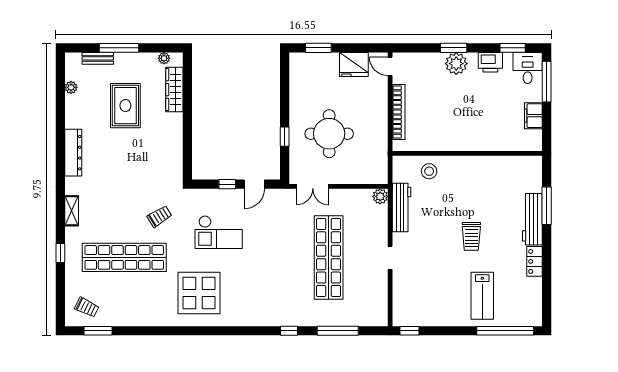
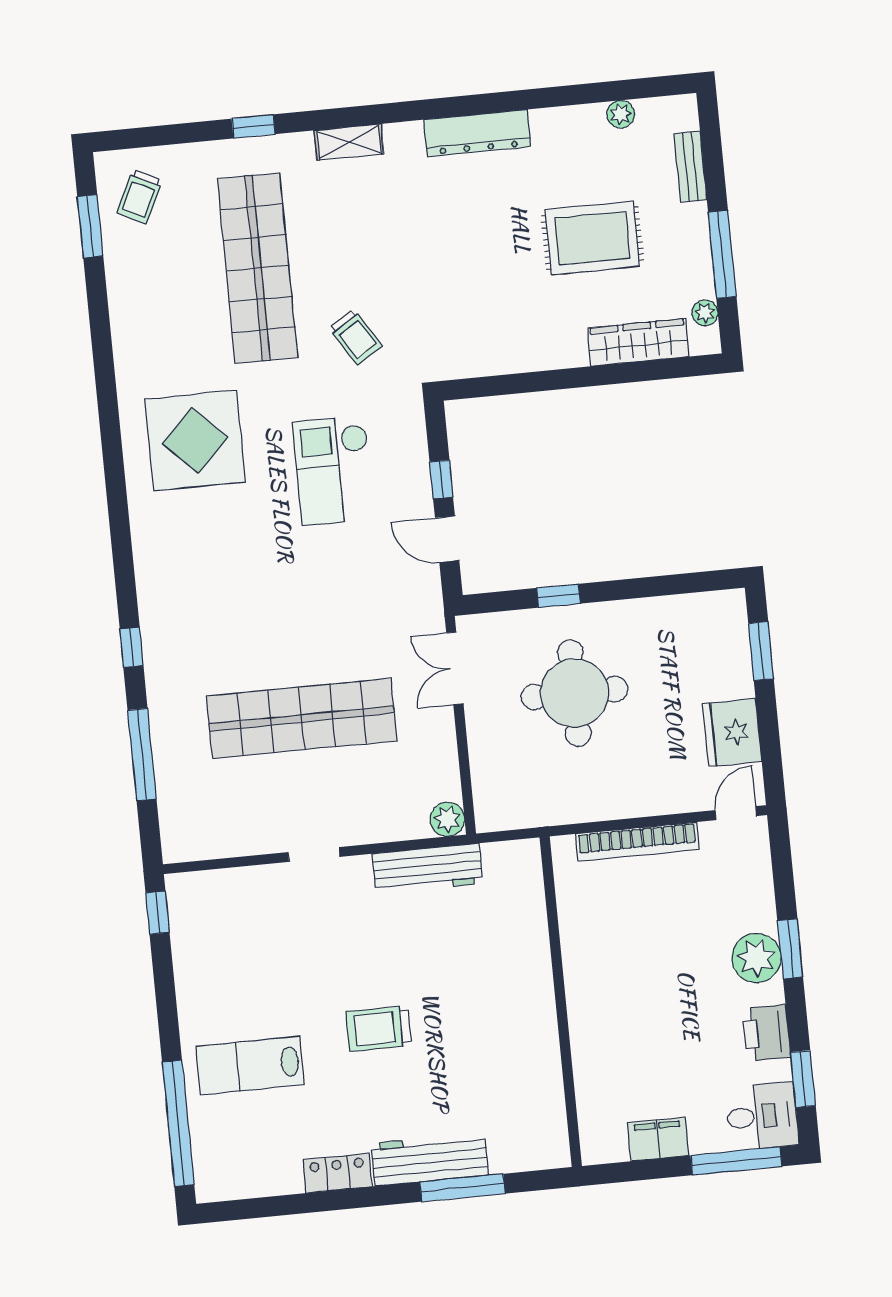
window: (119, 48) -> (722, 254), moved
stool: (429, 171) -> (513, 921), removed

